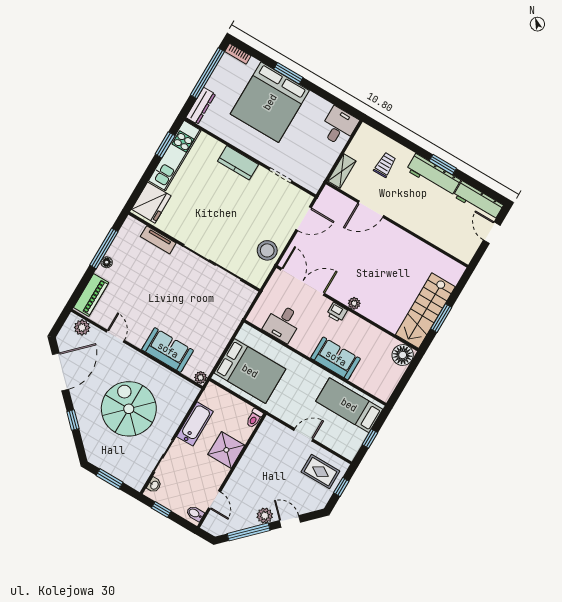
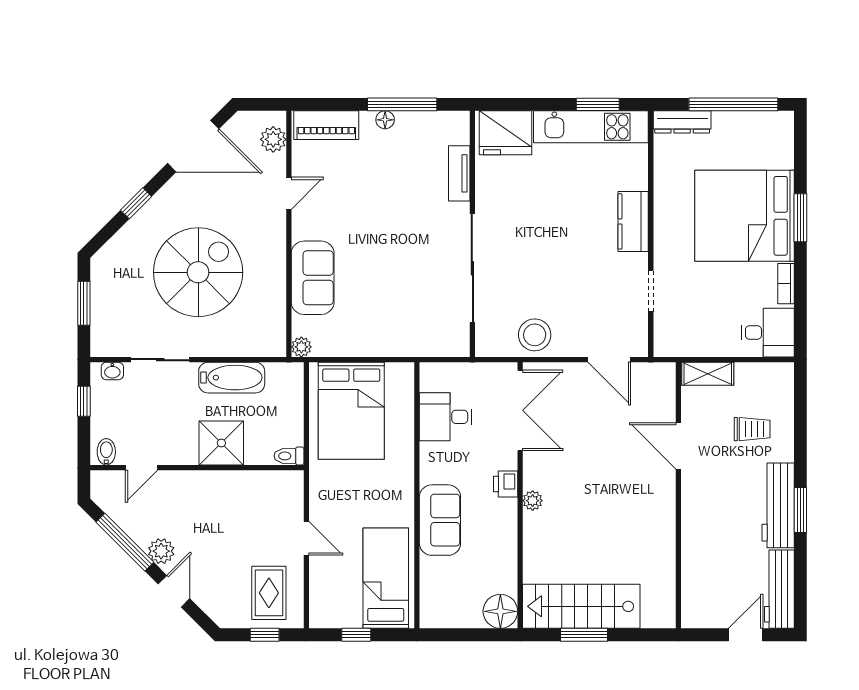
bookcase: (238, 54) -> (786, 284), moved

